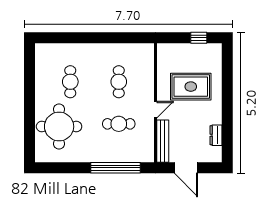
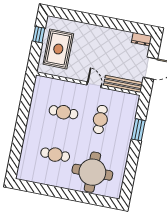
rug: (191, 87) -> (58, 49), moved
dresser: (216, 135) -> (142, 39), moved
window: (116, 168) -> (138, 130), width x0.47

